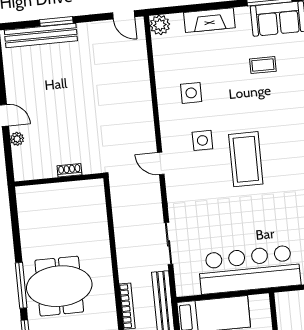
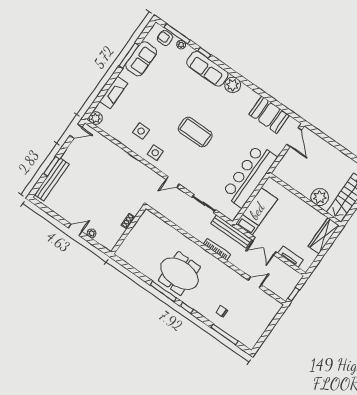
coffee table: (263, 65) -> (157, 85), removed
side table: (202, 140) -> (155, 153), moved
door: (161, 163) -> (173, 182), moved
meeting table: (59, 286) -> (179, 274), turned 90

